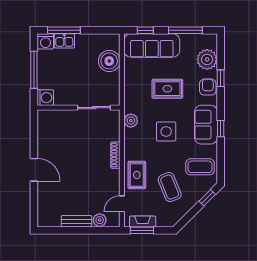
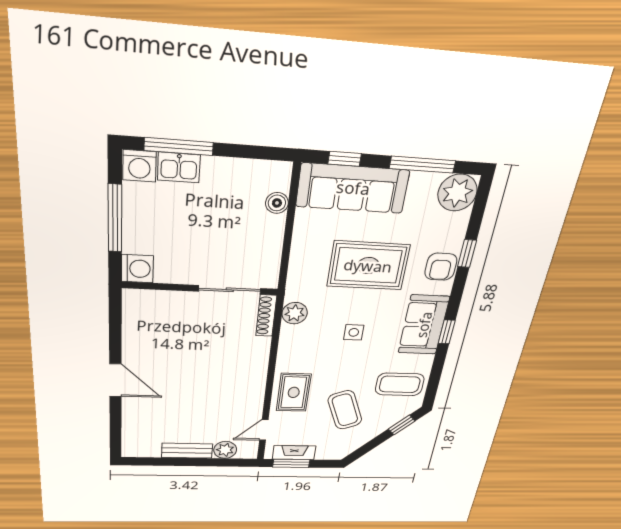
plant: (207, 59) -> (457, 193), moved
boiler: (109, 61) -> (277, 203), width x0.54, depth x0.54
armchair: (208, 87) -> (441, 267), turned 180
rug: (167, 89) -> (368, 266), width x1.36, depth x1.43
side table: (166, 132) -> (354, 332), width x0.54, depth x0.54
shoe rack: (115, 155) -> (266, 316), moved

